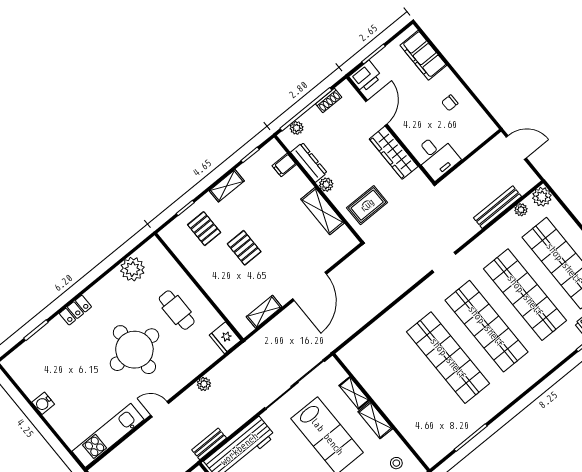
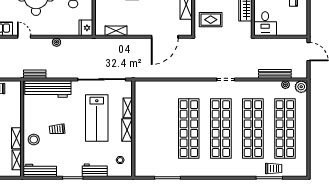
door: (310, 286) -> (165, 37), moved

